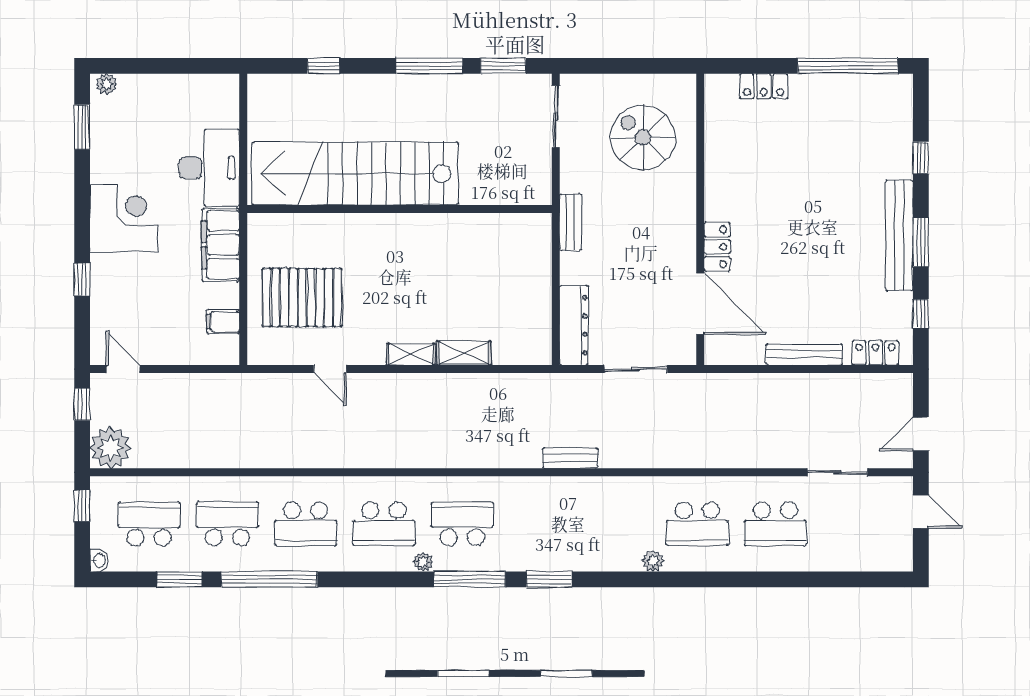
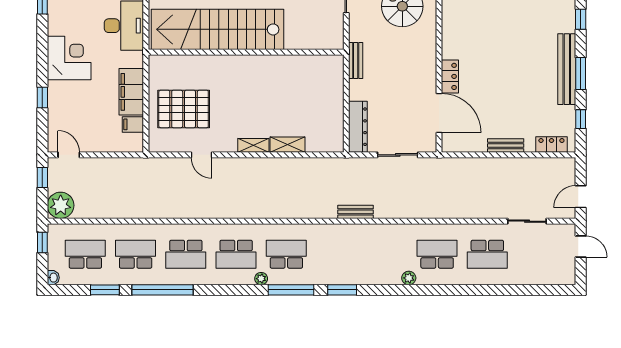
filing cabinet: (221, 245) -> (131, 92), moved
bench: (804, 354) -> (506, 145), width x0.73
school desk: (697, 524) -> (437, 254), turned 180

